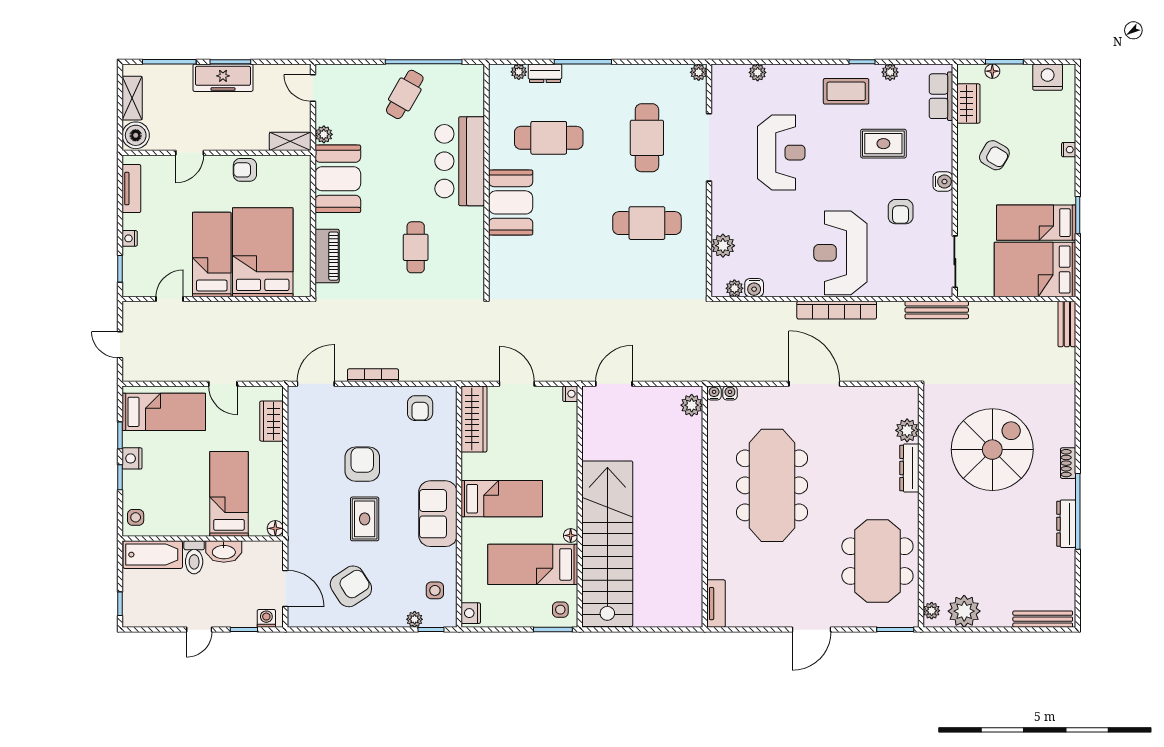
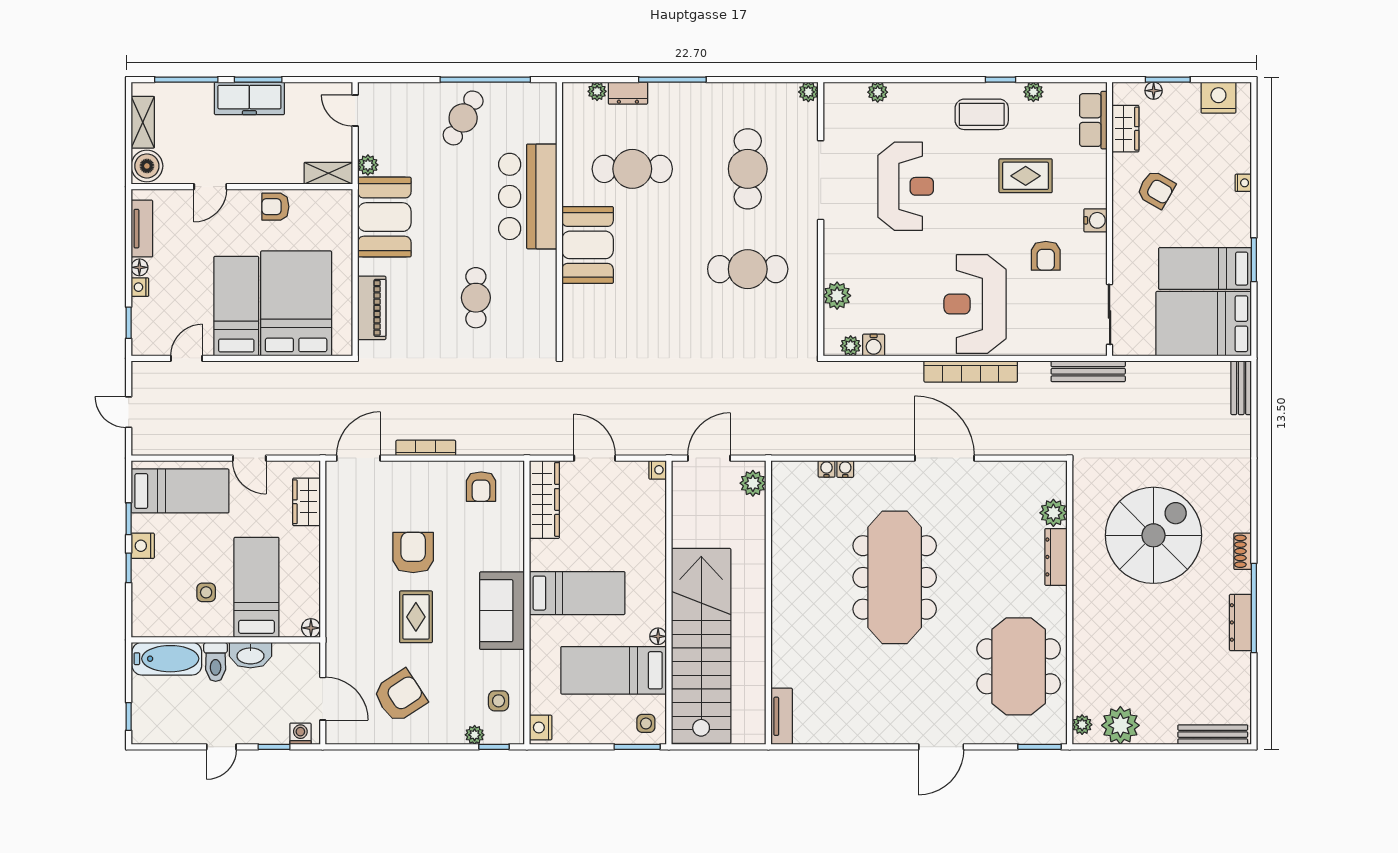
floor lamp: (129, 222) -> (139, 267), added
plant: (692, 405) -> (753, 483), moved
wall: (705, 507) -> (768, 602), moved
side table: (136, 517) -> (206, 592), moved
tv unit: (716, 604) -> (782, 716), moved

